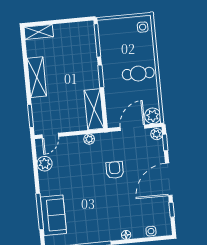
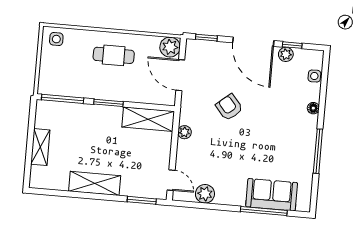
shelving: (39, 32) -> (40, 147), moved
cafe table: (138, 74) -> (114, 55), turned 90
plant: (157, 134) -> (286, 54), moved
armchair: (115, 170) -> (229, 107), turned 50

